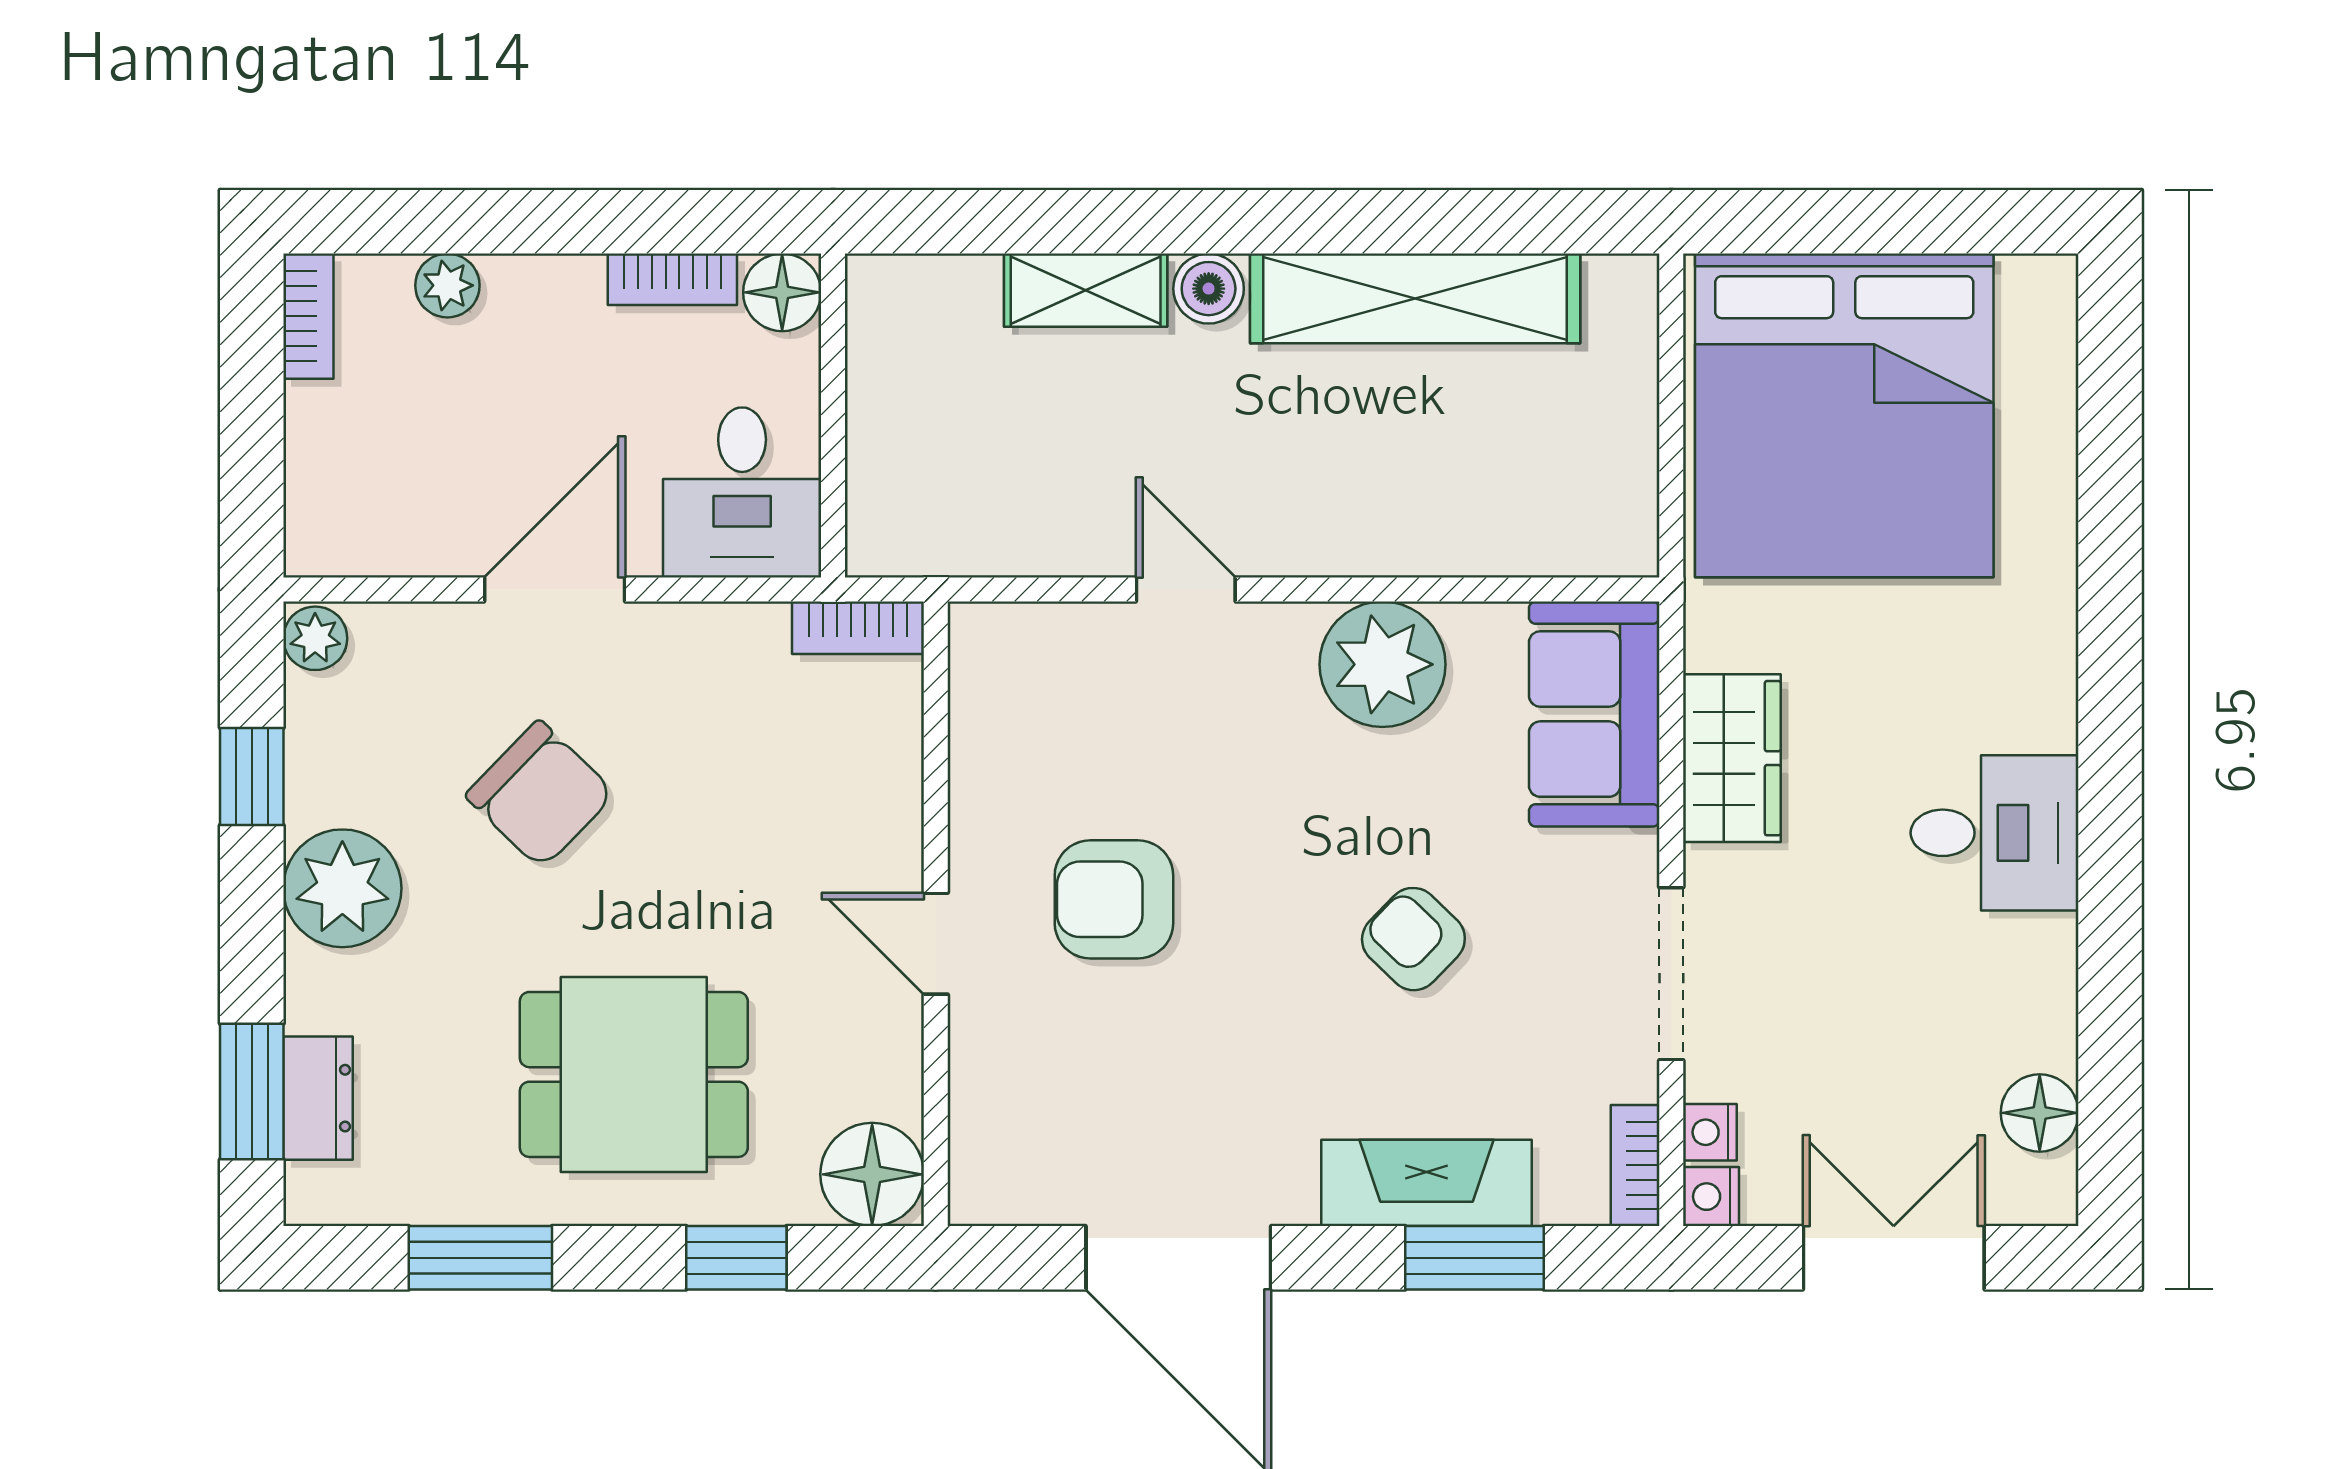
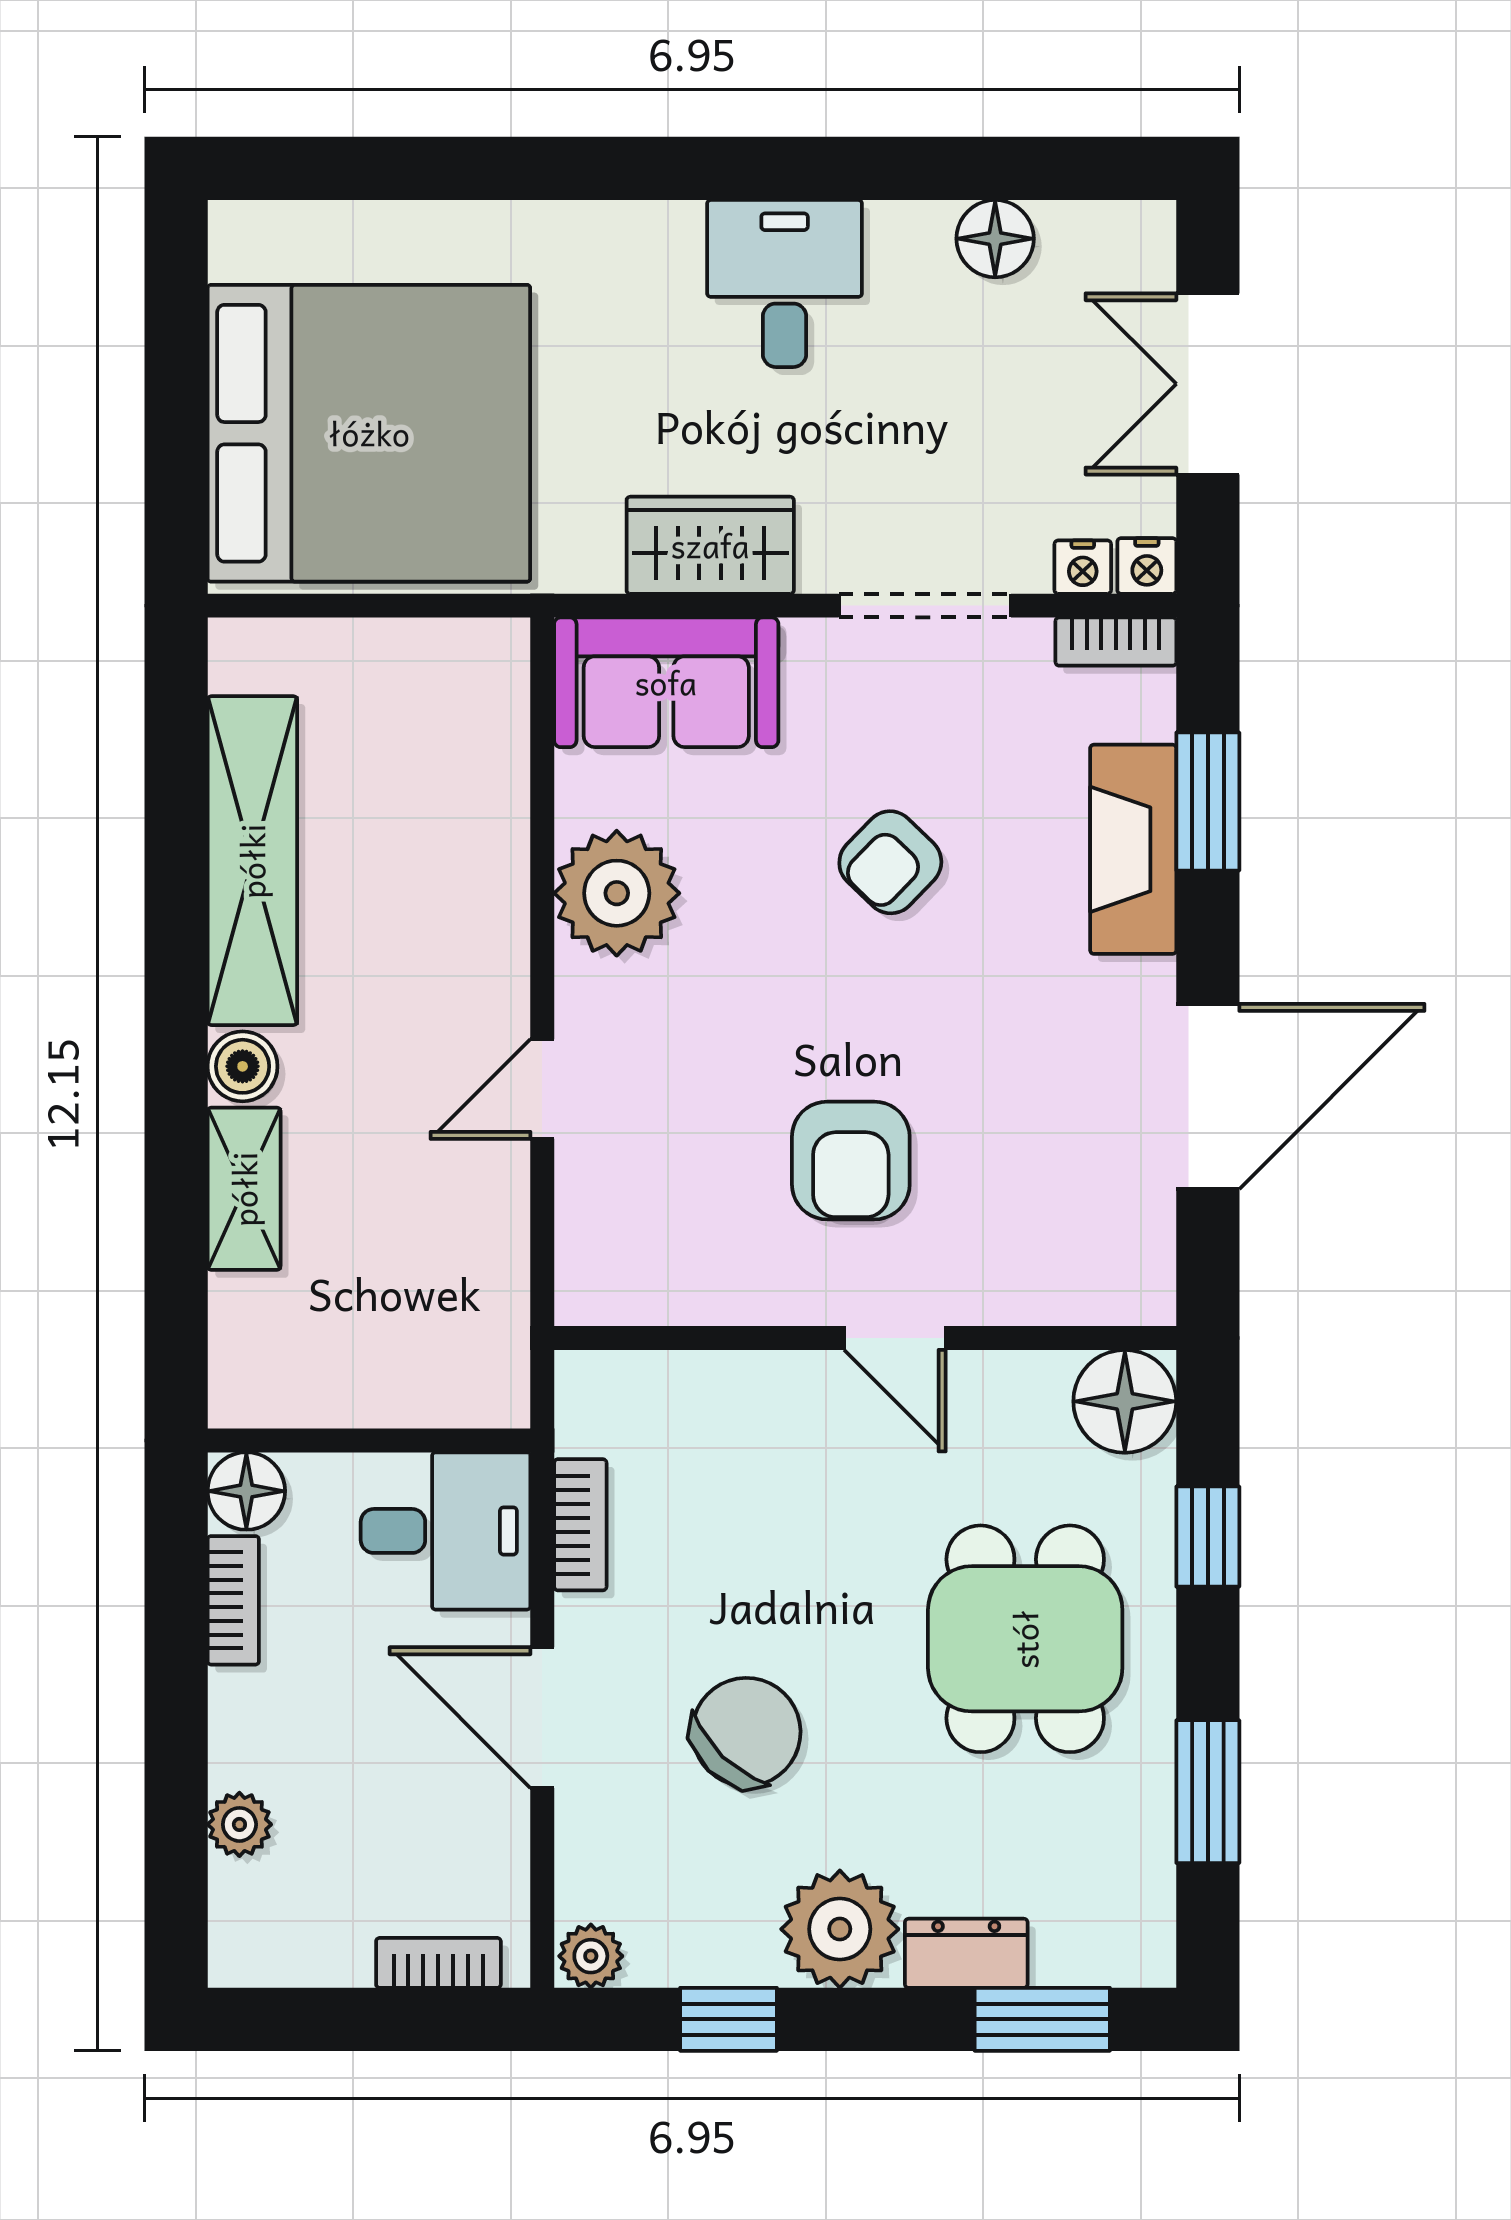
bookcase: (308, 316) -> (438, 1963), moved
bookcase: (858, 628) -> (580, 1525), moved
door: (936, 944) -> (895, 1338), hinge flipped
dresser: (318, 1098) -> (966, 1953), moved
floor lamp: (2040, 1113) -> (995, 239), moved

